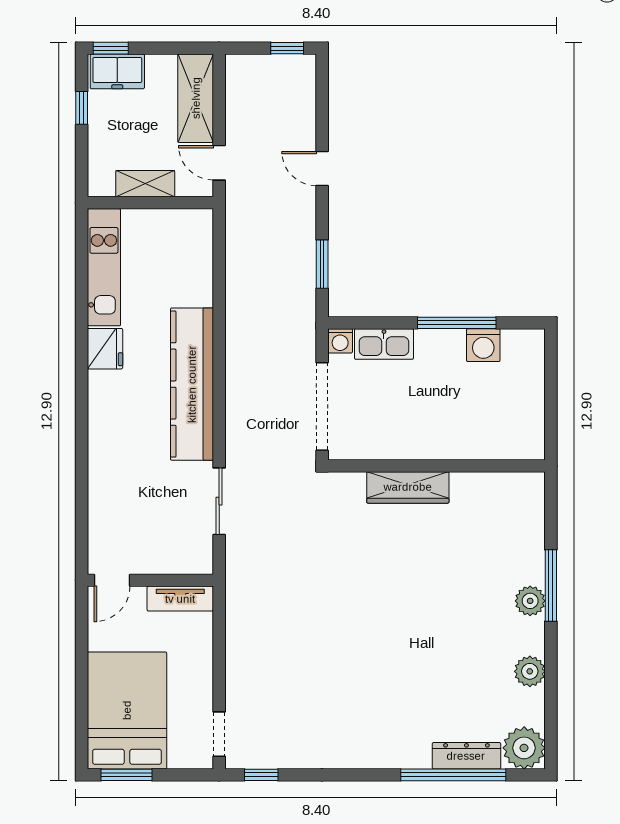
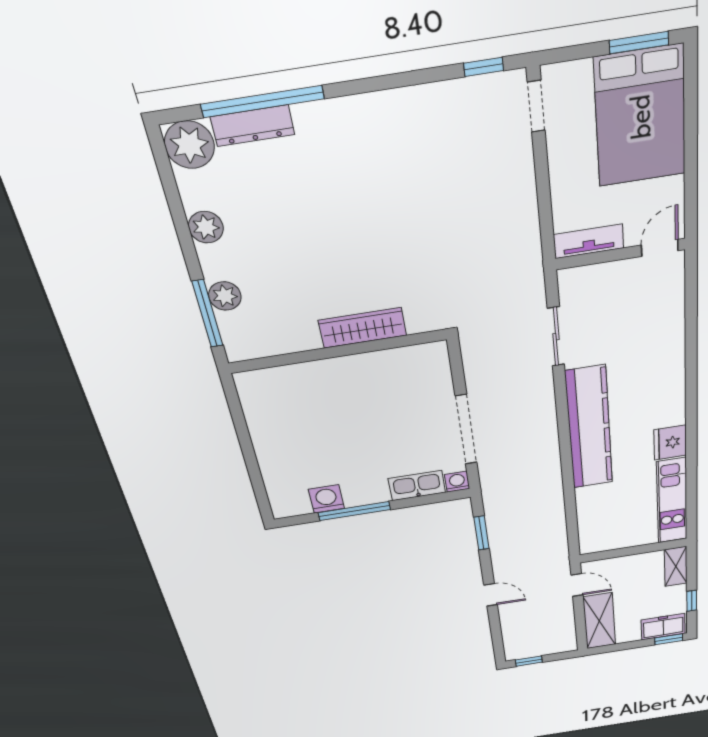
shelving: (145, 184) -> (676, 566), moved, turned 90
wall: (436, 466) -> (338, 351), moved
wardrobe: (408, 487) -> (362, 328), moved

